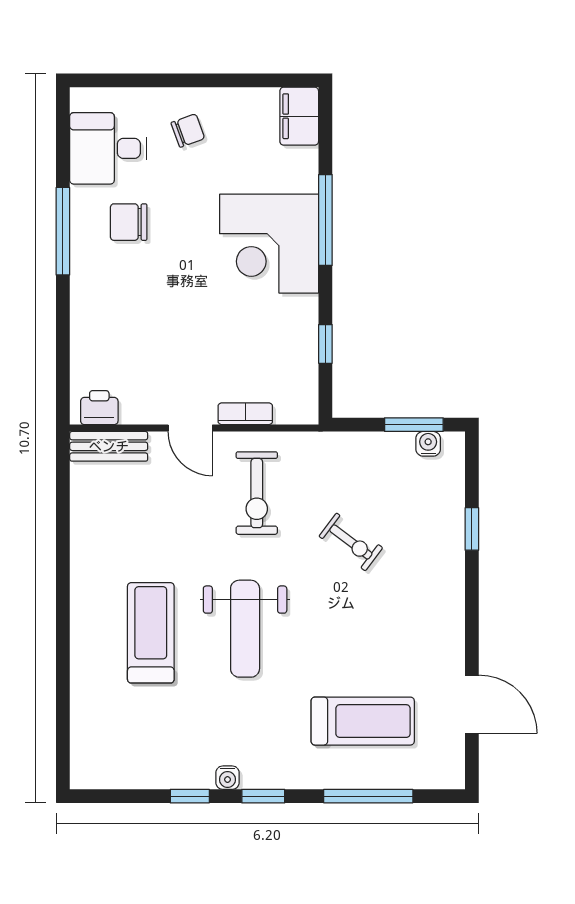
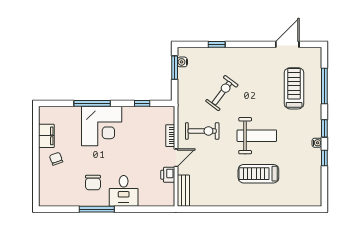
filing cabinet: (299, 116) -> (46, 136), moved, turned -90
desk: (108, 148) -> (124, 191), moved
printer: (99, 408) -> (168, 175), moved
exercise bike: (351, 542) -> (222, 93), width x1.38, depth x1.39

